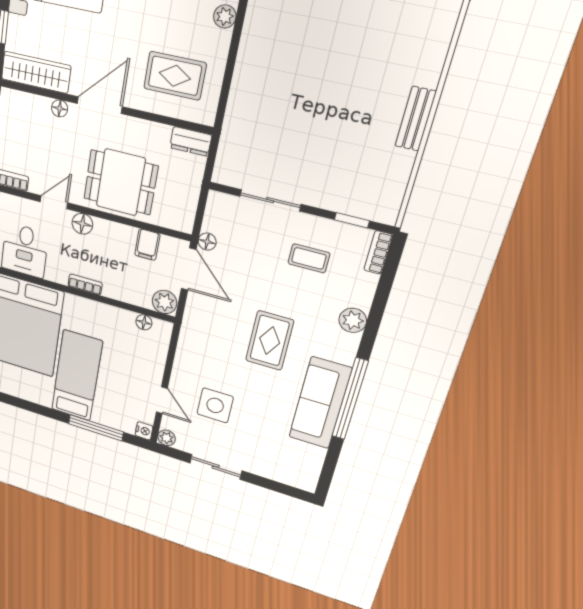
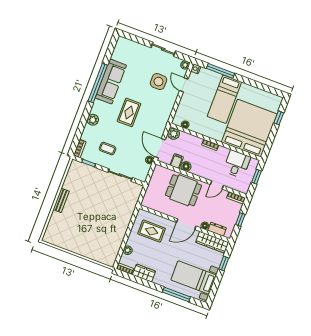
dresser: (191, 141) -> (217, 229), moved
floor lamp: (82, 224) -> (186, 166), moved

